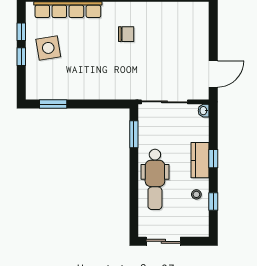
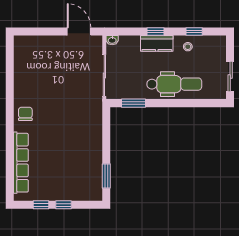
chair: (126, 34) -> (25, 114), moved
side table: (48, 48) -> (56, 180), removed

